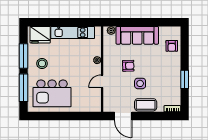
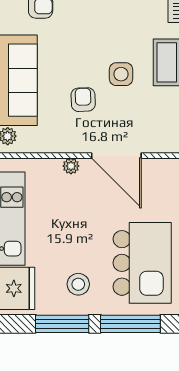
door: (102, 81) -> (116, 156), width x1.87

